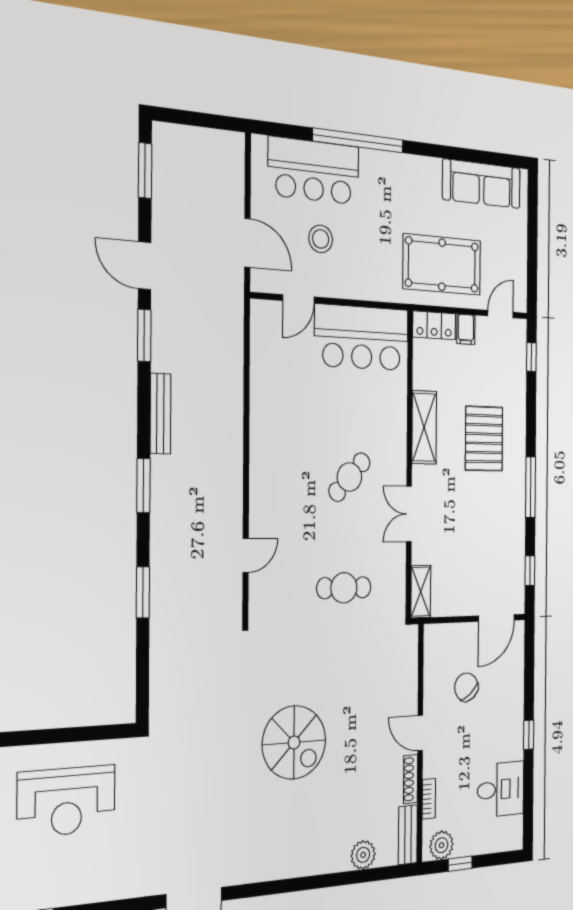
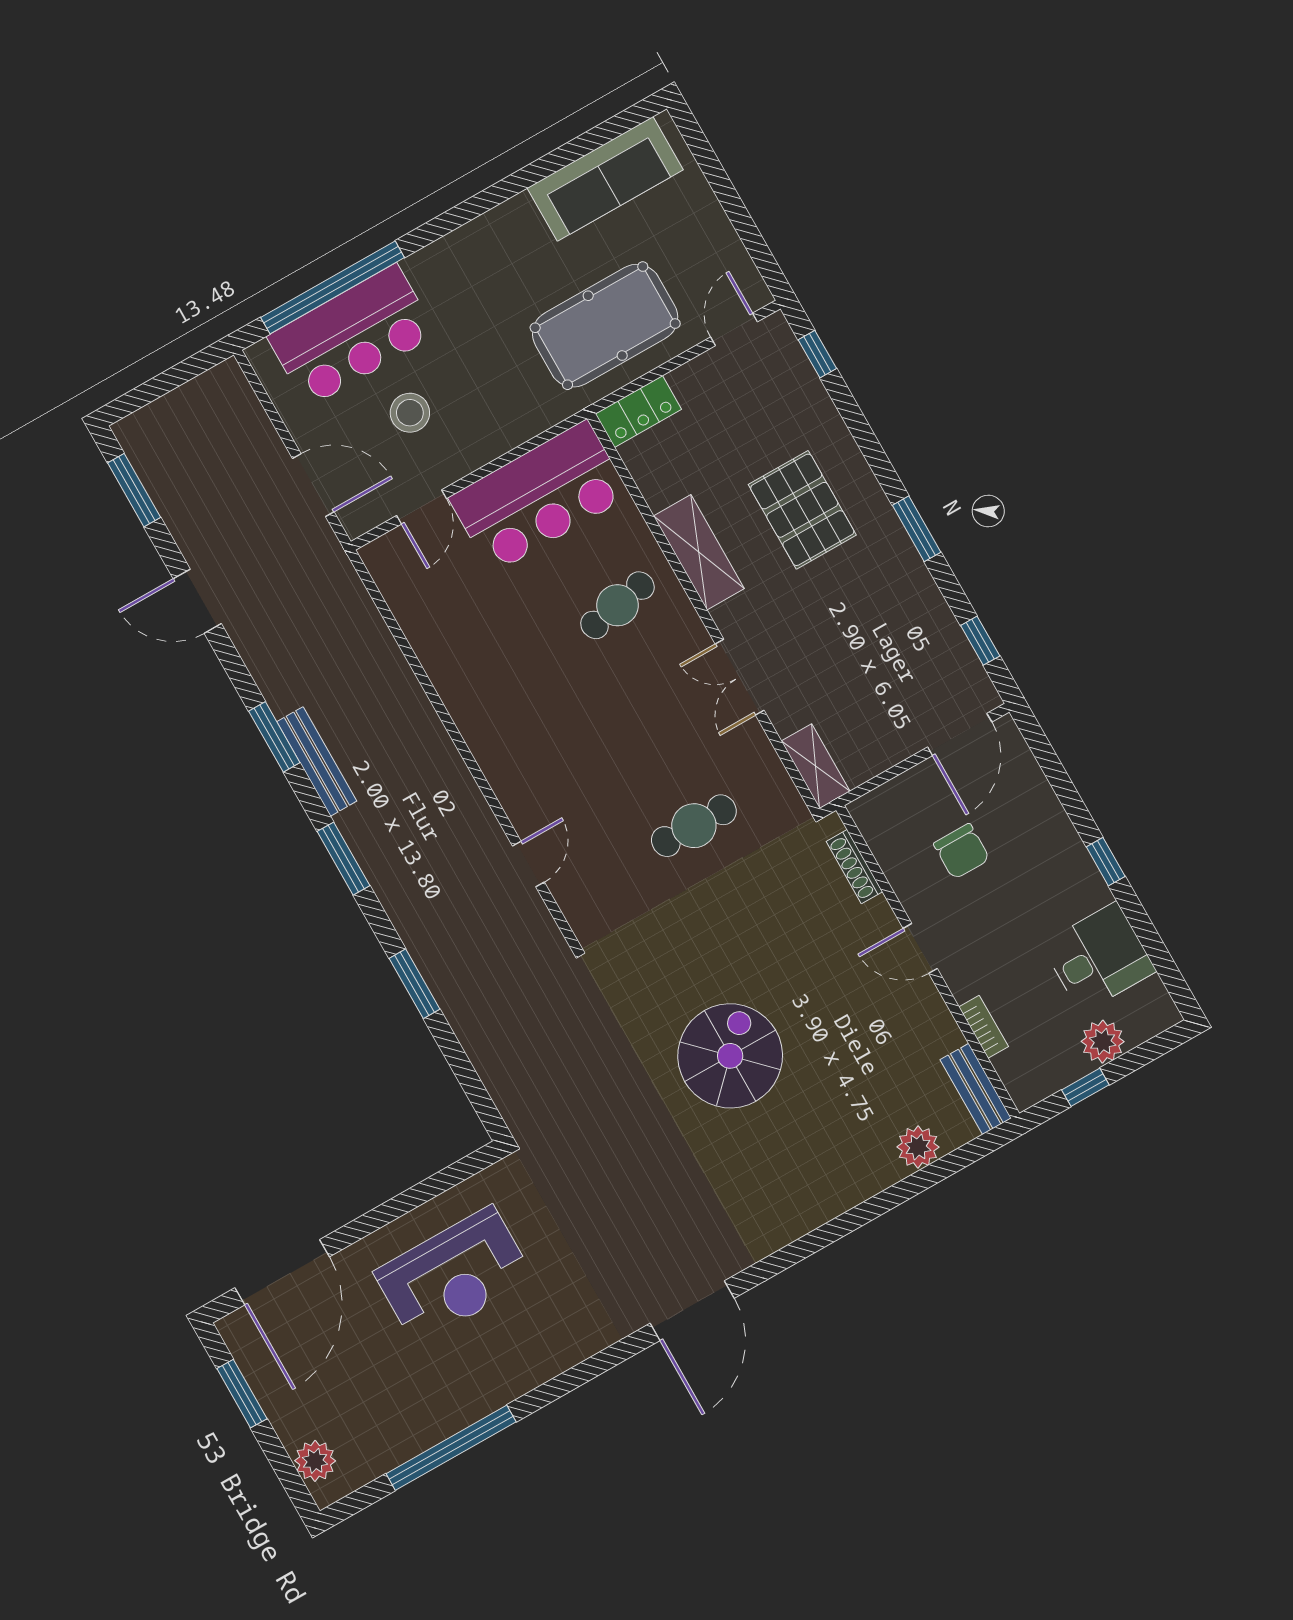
window: (358, 141) -> (333, 287), moved
filing cabinet: (466, 329) -> (691, 385), removed
window: (144, 335) -> (274, 737), moved
cafe table: (349, 477) -> (617, 605), moved, turned 35
window: (530, 487) -> (917, 529), width x0.69
chair: (466, 687) -> (962, 851), turned -141
spiral stairs: (294, 742) -> (730, 1056), turned -90
shoe rack: (411, 779) -> (854, 867), moved
plant: (442, 845) -> (1103, 1042), moved

